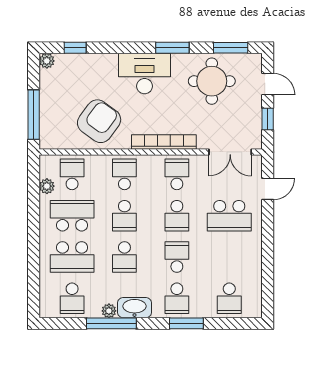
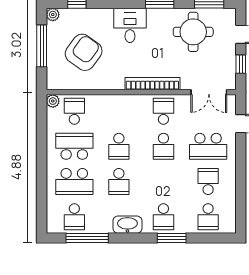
desk: (145, 74) -> (130, 25), width x0.73
window: (34, 115) -> (42, 46), moved
armchair: (99, 121) -> (84, 52), moved
school desk: (124, 174) -> (119, 111), removed
plant: (47, 186) -> (53, 101), moved
school desk: (177, 257) -> (208, 182), moved
plant: (109, 311) -> (106, 227), removed
window: (111, 323) -> (87, 238), moved

